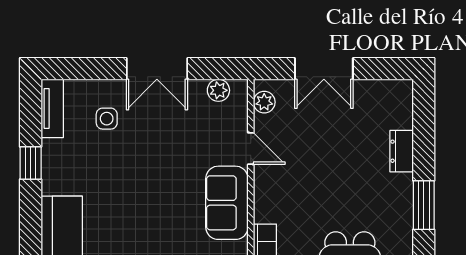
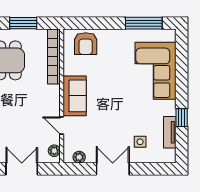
tv unit: (52, 108) -> (170, 132), moved

